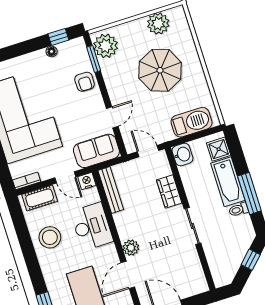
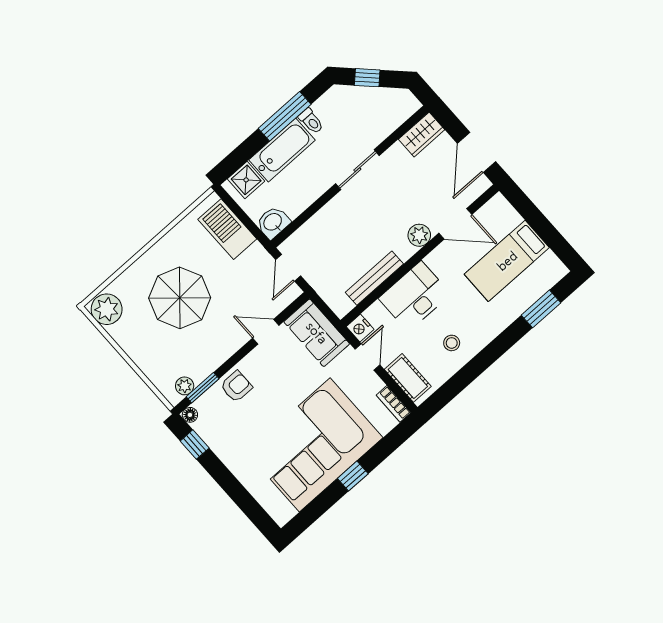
plant: (158, 24) -> (107, 309), moved
plant: (106, 46) -> (185, 386), width x0.53, depth x0.53
floor lamp: (52, 51) -> (190, 415), moved
bench: (111, 190) -> (374, 278), moved
wardrobe: (169, 191) -> (422, 134), moved
stool: (50, 237) -> (452, 343), width x0.53, depth x0.53

